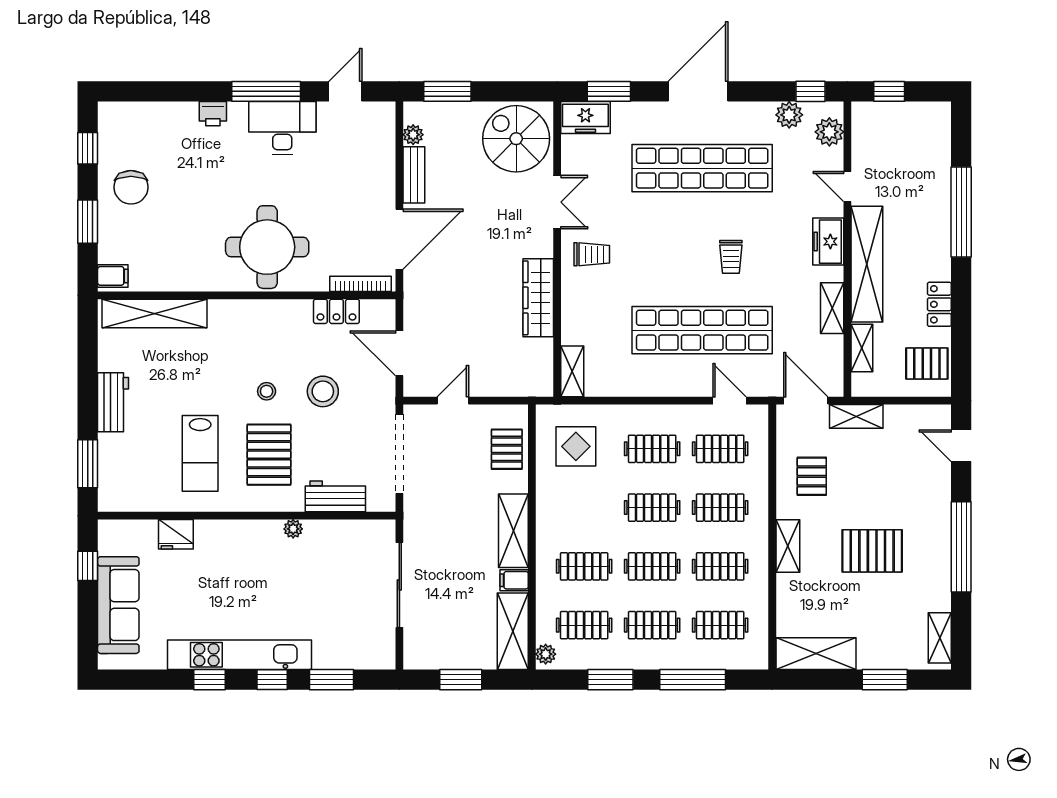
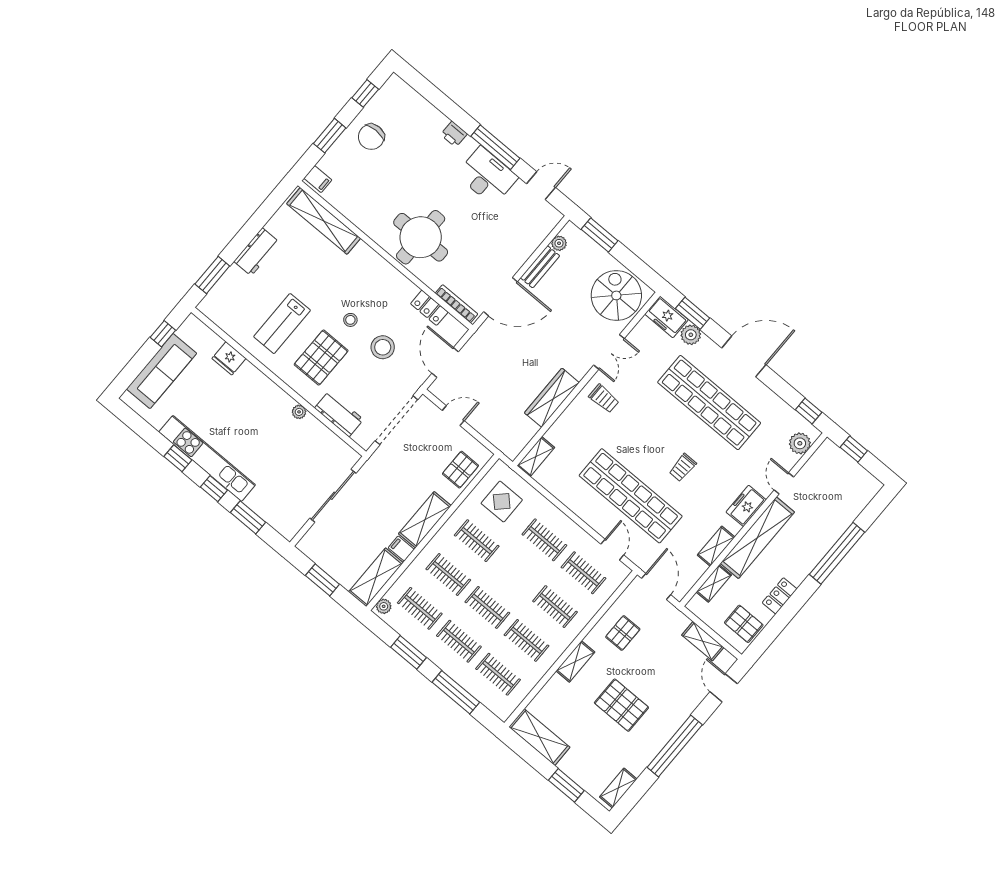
plant: (789, 115) -> (691, 335), moved
shelving: (856, 416) -> (703, 641), moved
clothes rail: (652, 508) -> (477, 541), moved

